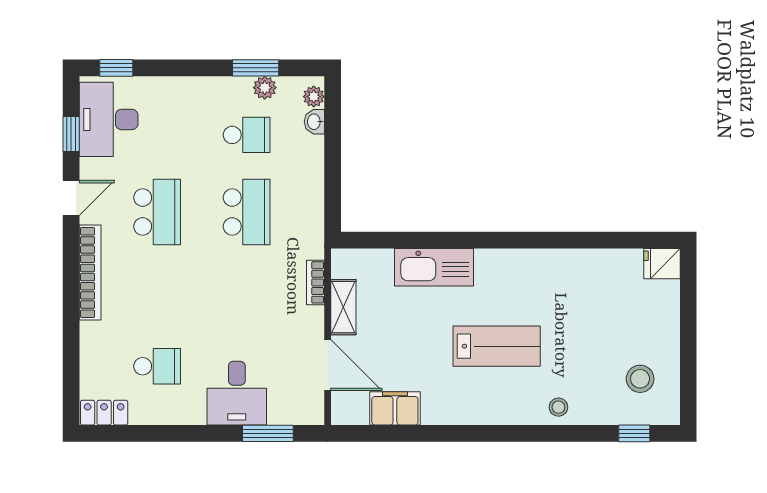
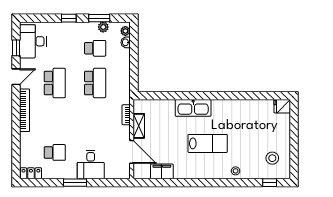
window: (116, 68) -> (69, 18), moved
kitchen sink: (434, 267) -> (193, 108), moved
window: (268, 433) -> (75, 183), moved

